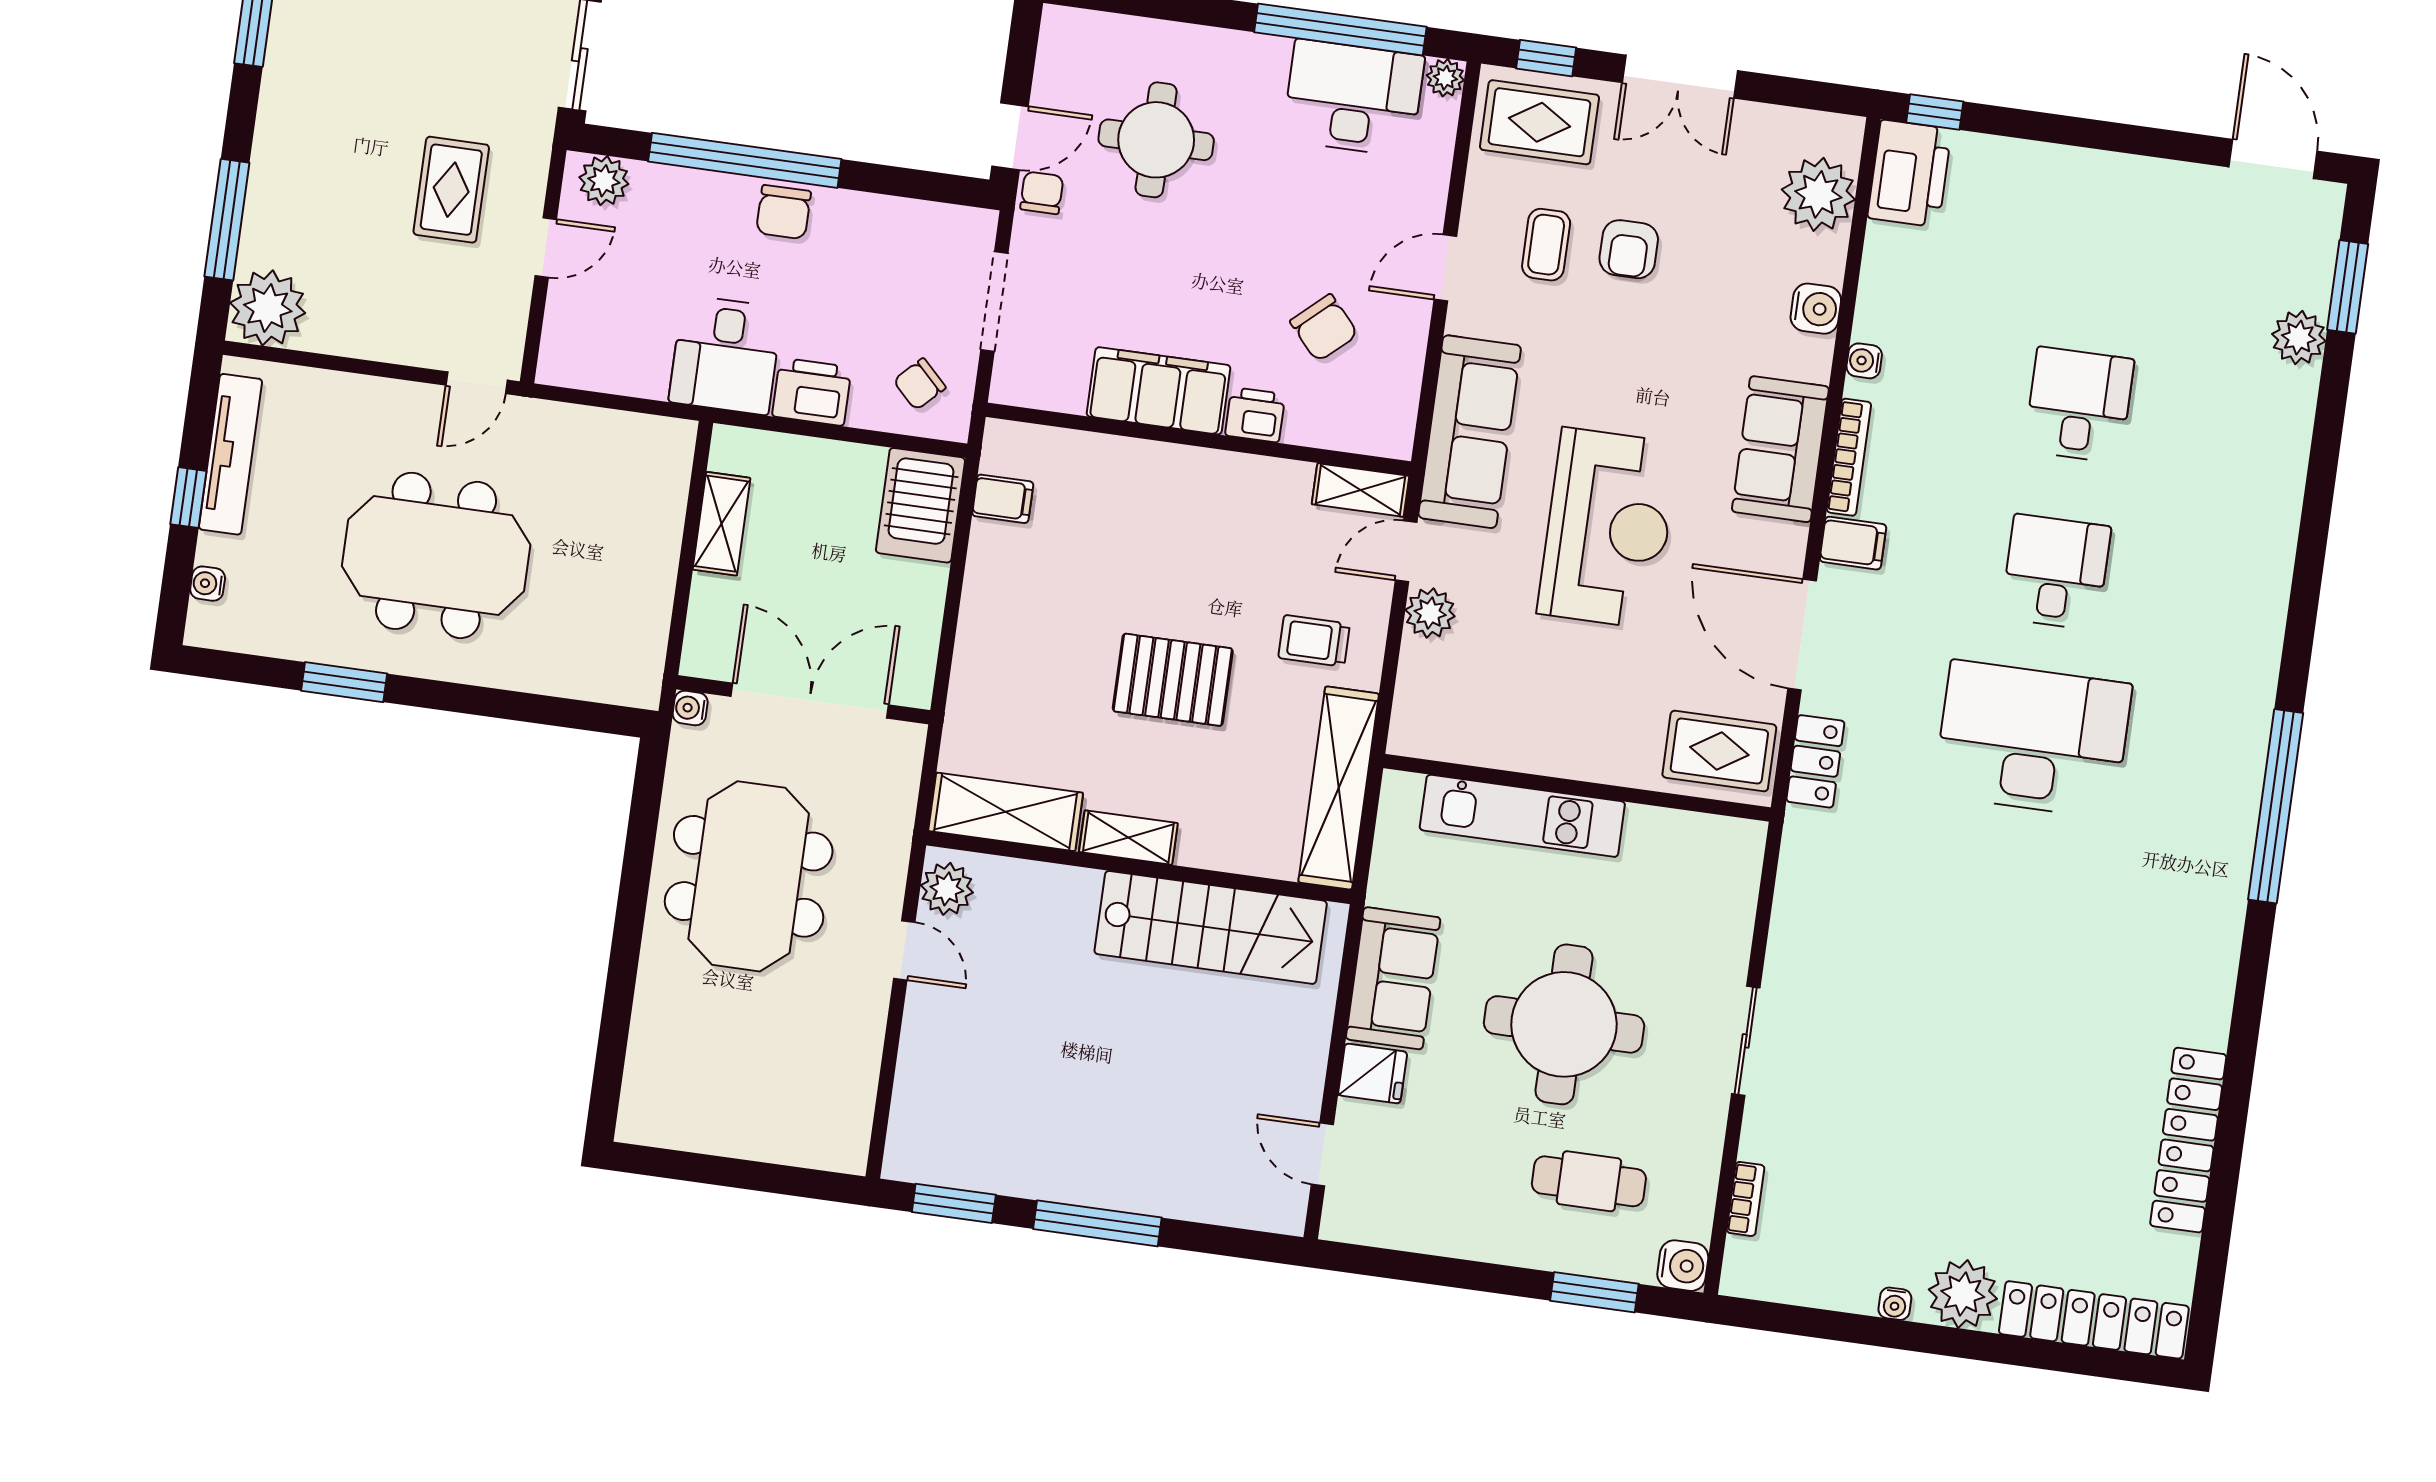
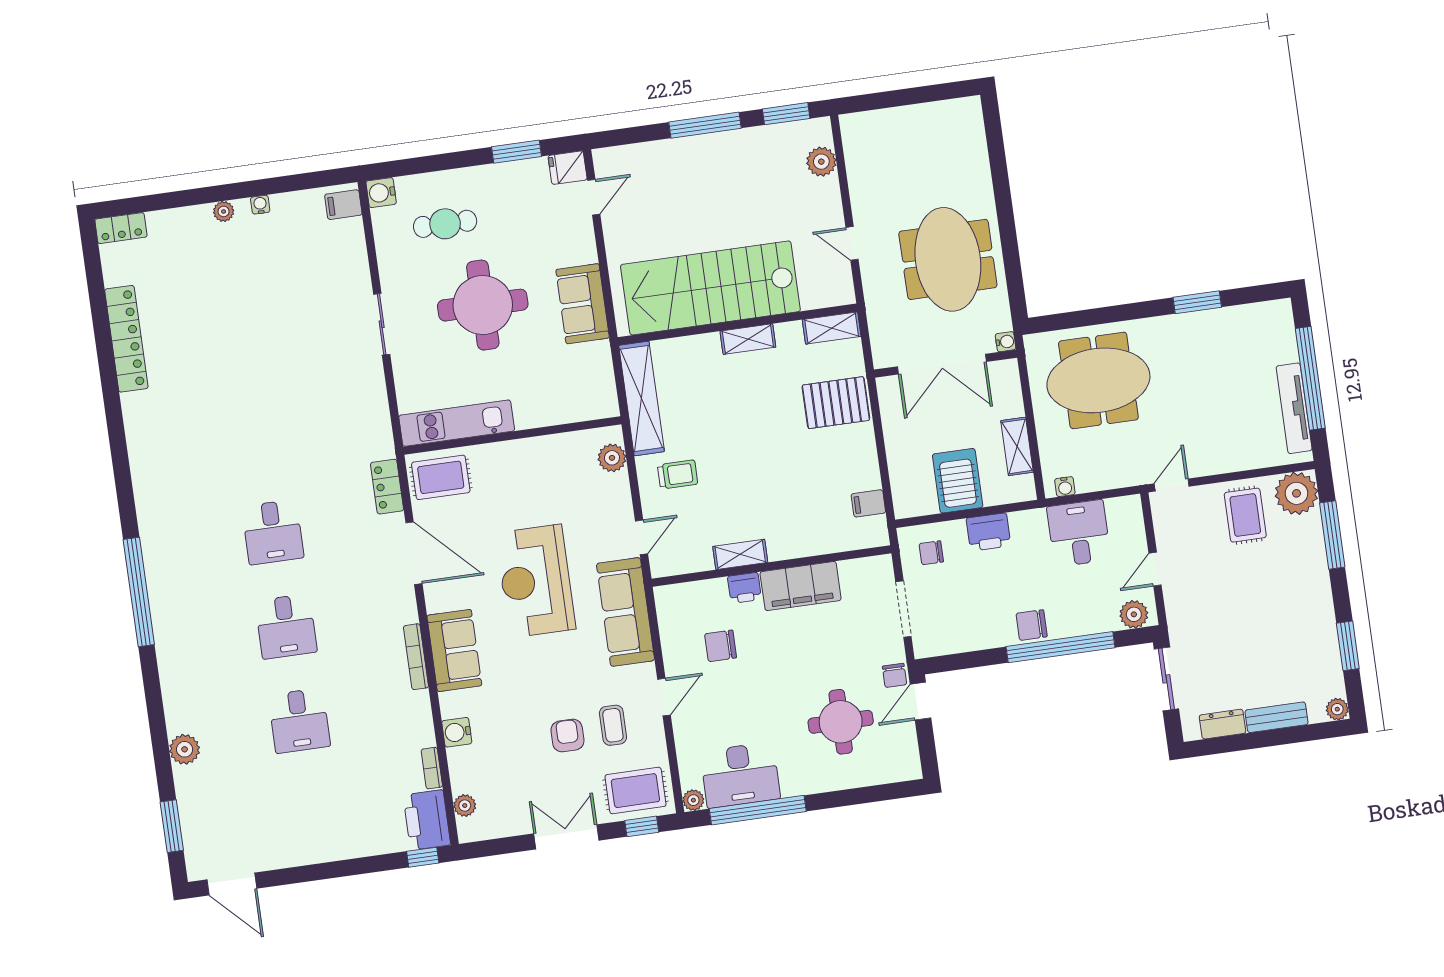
rug: (451, 190) -> (1245, 515), moved
plant: (1818, 194) -> (465, 806), width x0.53, depth x0.53
chair: (784, 212) -> (1032, 625), turned -90
chair: (1324, 328) -> (721, 646), turned -48
plant: (2299, 338) -> (185, 749), moved
desk: (726, 355) -> (1079, 533), moved
water cooler: (1864, 361) -> (422, 711), removed
chair: (920, 384) -> (931, 553), turned -135
shelving: (1360, 490) -> (740, 554), moved
window: (188, 498) -> (1310, 378), width x3.17
server rack: (920, 505) -> (958, 481), moved
filing cabinet: (1853, 543) -> (343, 205), moved
meeting table: (436, 555) -> (1098, 380), moved
water cooler: (208, 584) -> (1065, 487), moved, turned 90
plant: (1430, 613) -> (612, 458), moved
pallet: (1173, 680) -> (836, 403), moved
desk: (2033, 739) -> (273, 532), width x0.53, depth x0.77
window: (2276, 806) -> (139, 592), moved
shelving: (1006, 812) -> (832, 328), width x0.67, depth x0.75
kitchen unit: (1522, 816) -> (457, 423), moved
plant: (947, 889) -> (821, 162), moved
stairs: (1211, 927) -> (710, 288), width x1.36, depth x1.51
fridge: (1373, 1074) -> (568, 168), moved
door: (1322, 1154) -> (594, 197), hinge flipped
bookcase: (1746, 1199) -> (432, 768), moved
window: (1594, 1292) -> (516, 152), moved
plant: (1963, 1294) -> (224, 211), width x0.53, depth x0.53
locker: (2094, 1320) -> (121, 228), width x0.46, depth x0.83

